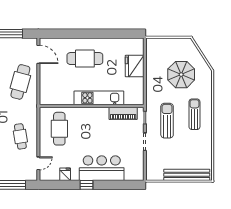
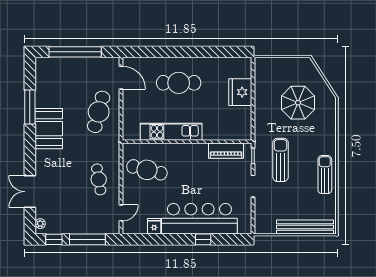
kitchen unit: (99, 98) -> (171, 132), moved
sun lounger: (194, 114) -> (325, 175), moved
cafe table: (59, 129) -> (147, 170), turned -76
bar counter: (102, 168) -> (199, 219), width x1.36
window: (86, 185) -> (203, 239), moved

